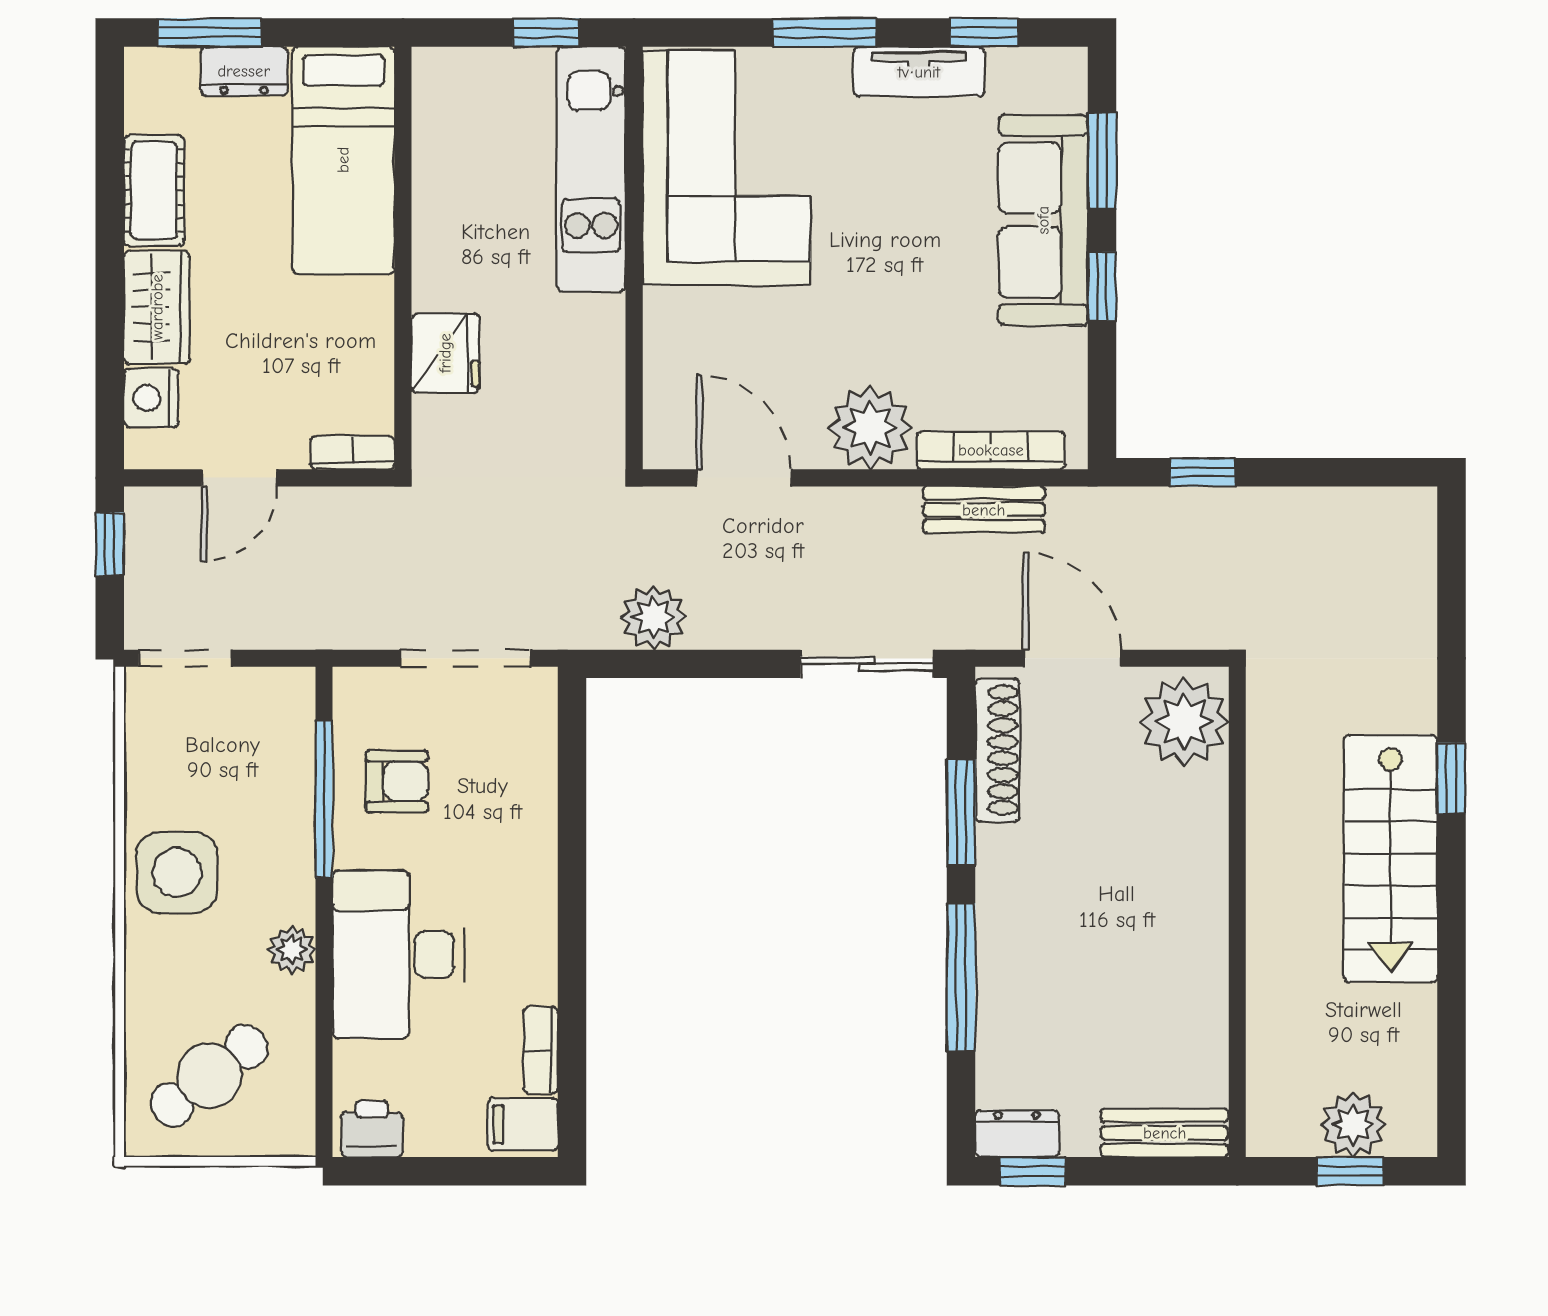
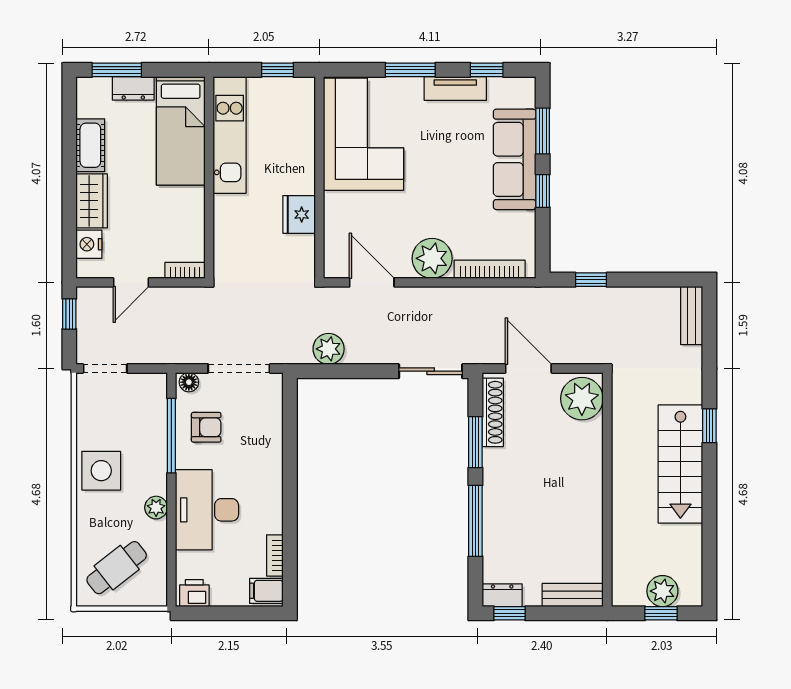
kitchen unit: (591, 169) -> (230, 135), moved, turned 180
fridge: (445, 353) -> (299, 214), moved, turned 180
bench: (984, 510) -> (692, 315), moved, turned 90
floor lamp: (361, 687) -> (189, 382), added

